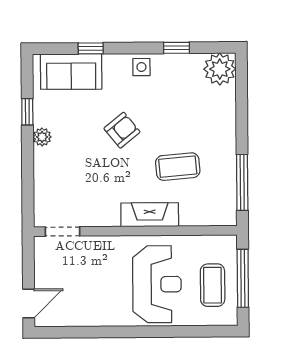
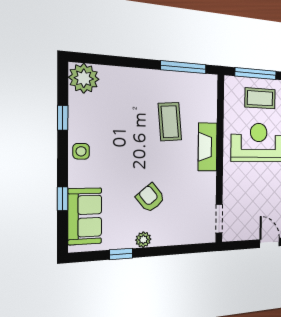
armchair: (122, 130) -> (150, 198), moved

